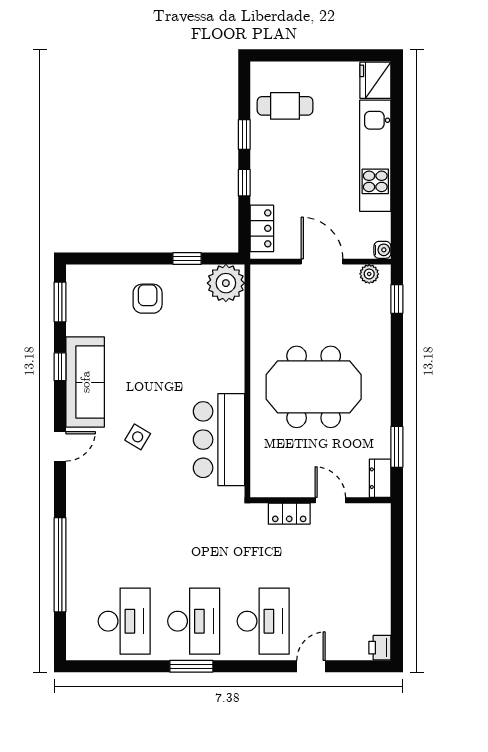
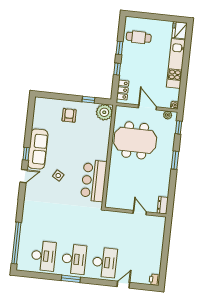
window: (60, 302) -> (31, 113), removed
window: (60, 367) -> (26, 154), moved
meeting table: (314, 387) -> (135, 140), moved
window: (397, 447) -> (175, 160), moved
locker: (289, 514) -> (121, 216), removed
window: (60, 565) -> (16, 243), moved

